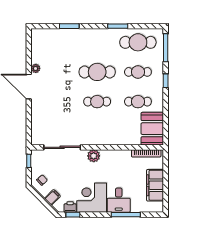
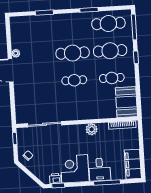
cafe table: (138, 72) -> (110, 51), width x1.37, depth x1.35
plant: (94, 156) -> (92, 129), moved
filing cabinet: (155, 185) -> (133, 164), moved
filing cabinet: (52, 197) -> (39, 171), removed

